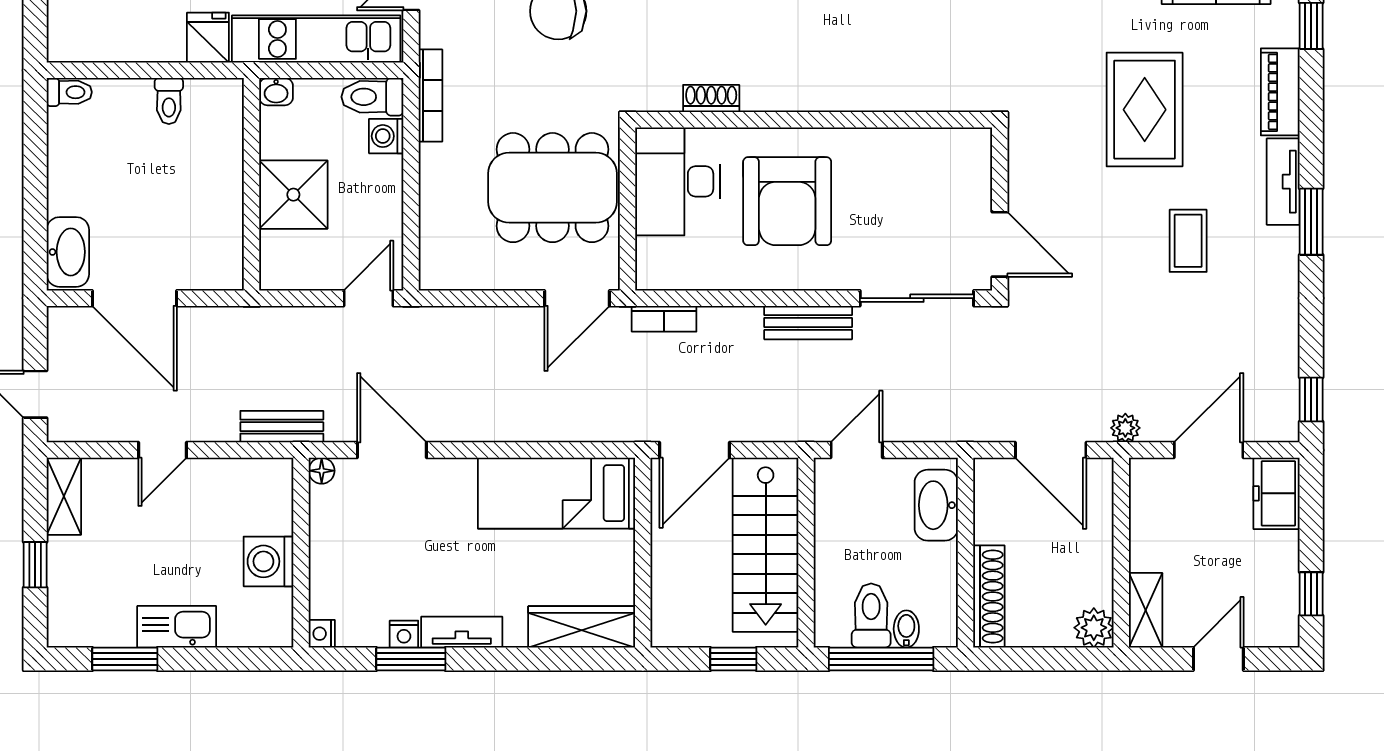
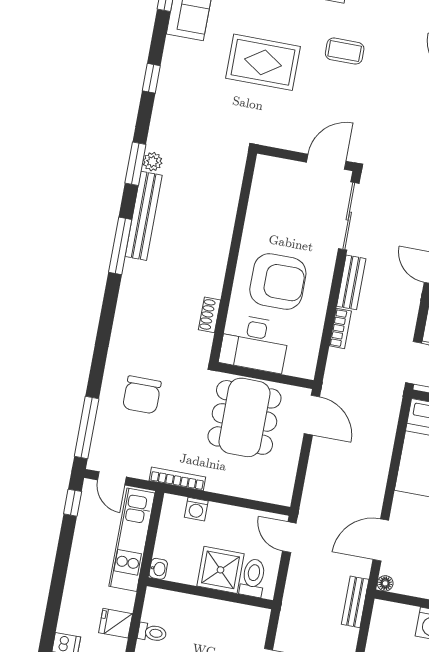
fridge: (208, 38) -> (116, 623), moved
toilet: (372, 97) -> (253, 578), moved, turned 180
bookcase: (664, 319) -> (340, 328), moved

